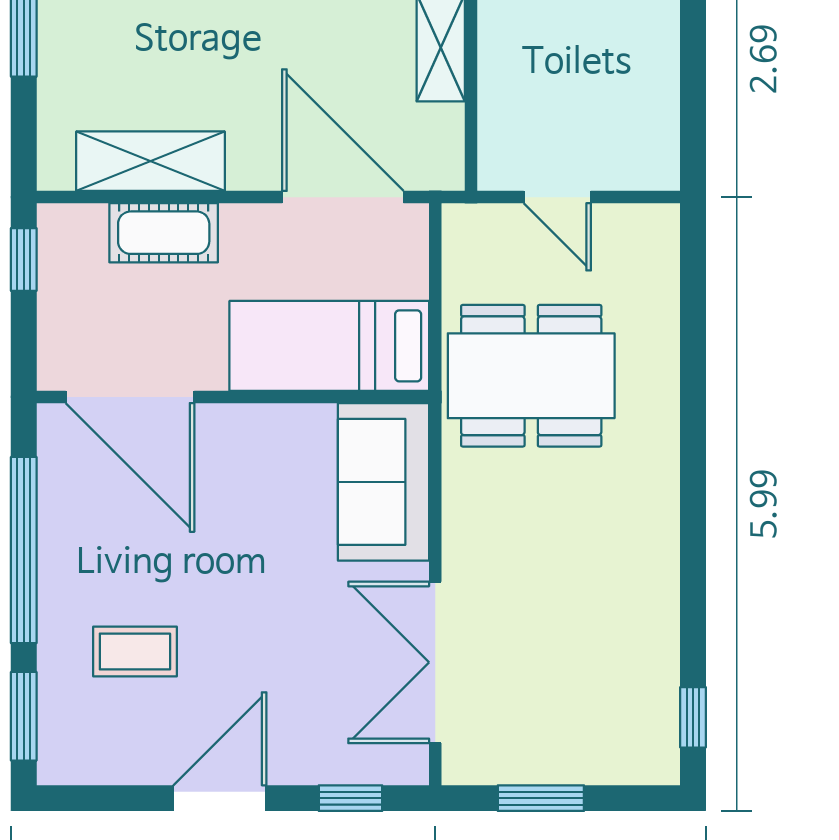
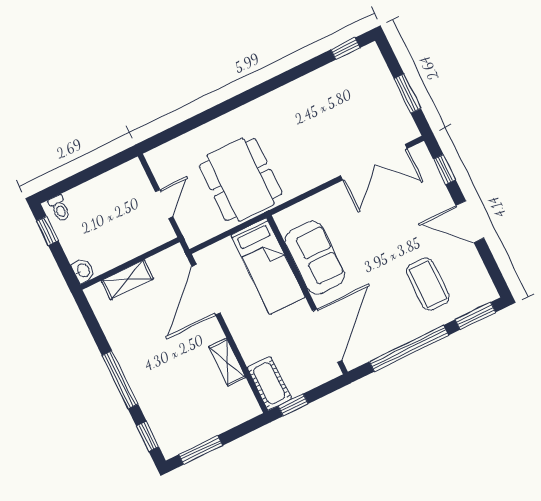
shelving: (151, 161) -> (227, 362), width x0.67, depth x0.75
cot: (164, 233) -> (269, 383), moved
sofa: (383, 482) -> (315, 258), moved, turned -90
coffee table: (135, 652) -> (428, 284), width x1.36, depth x1.30

